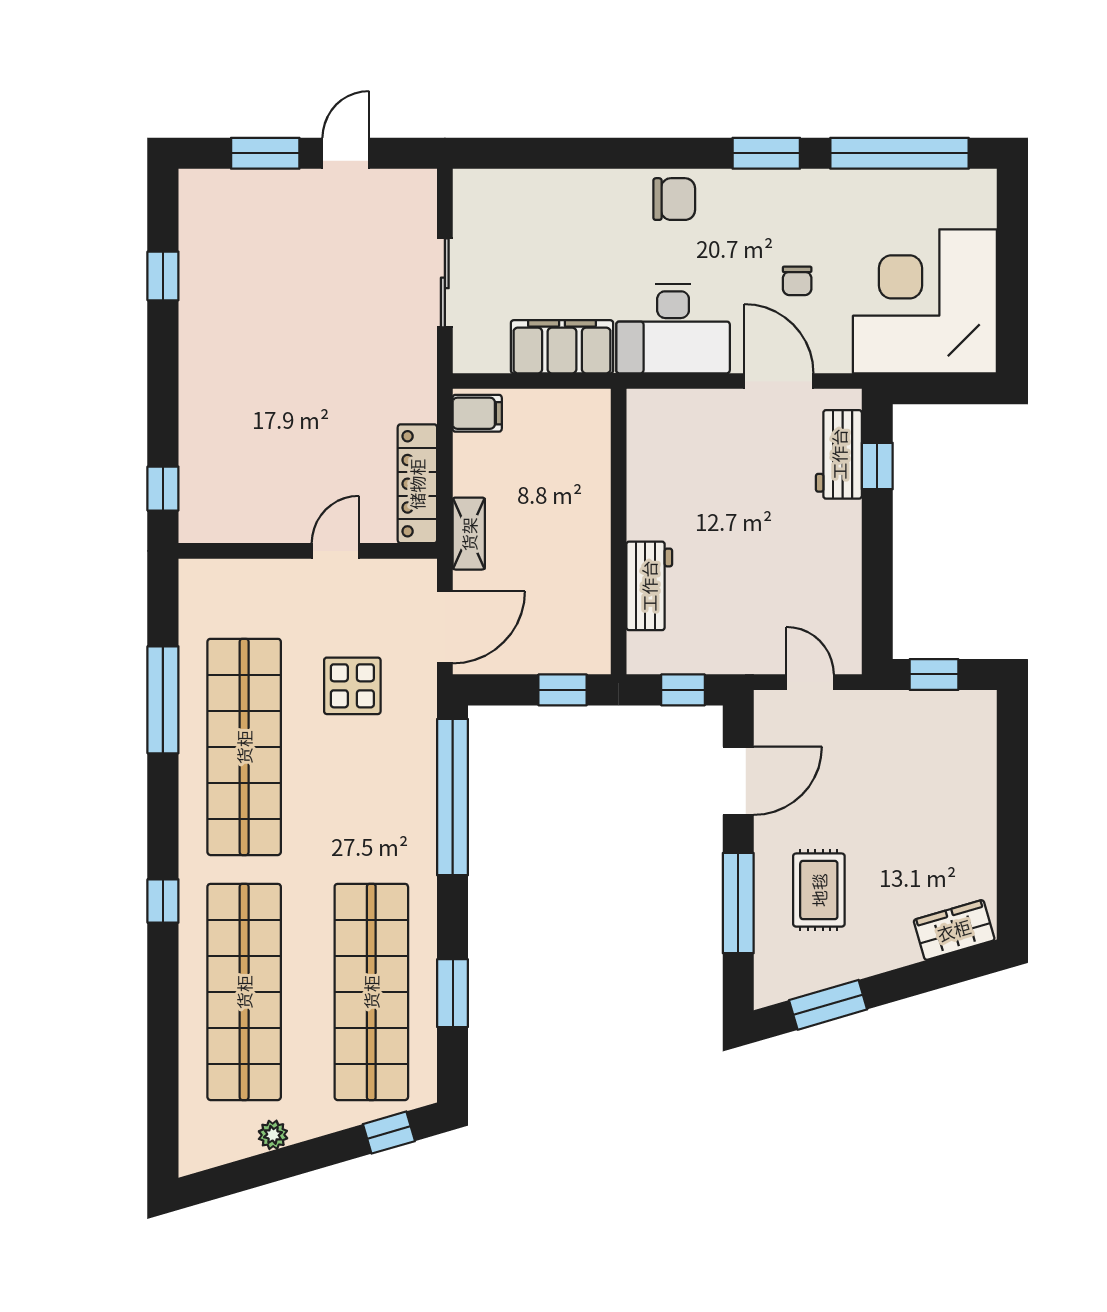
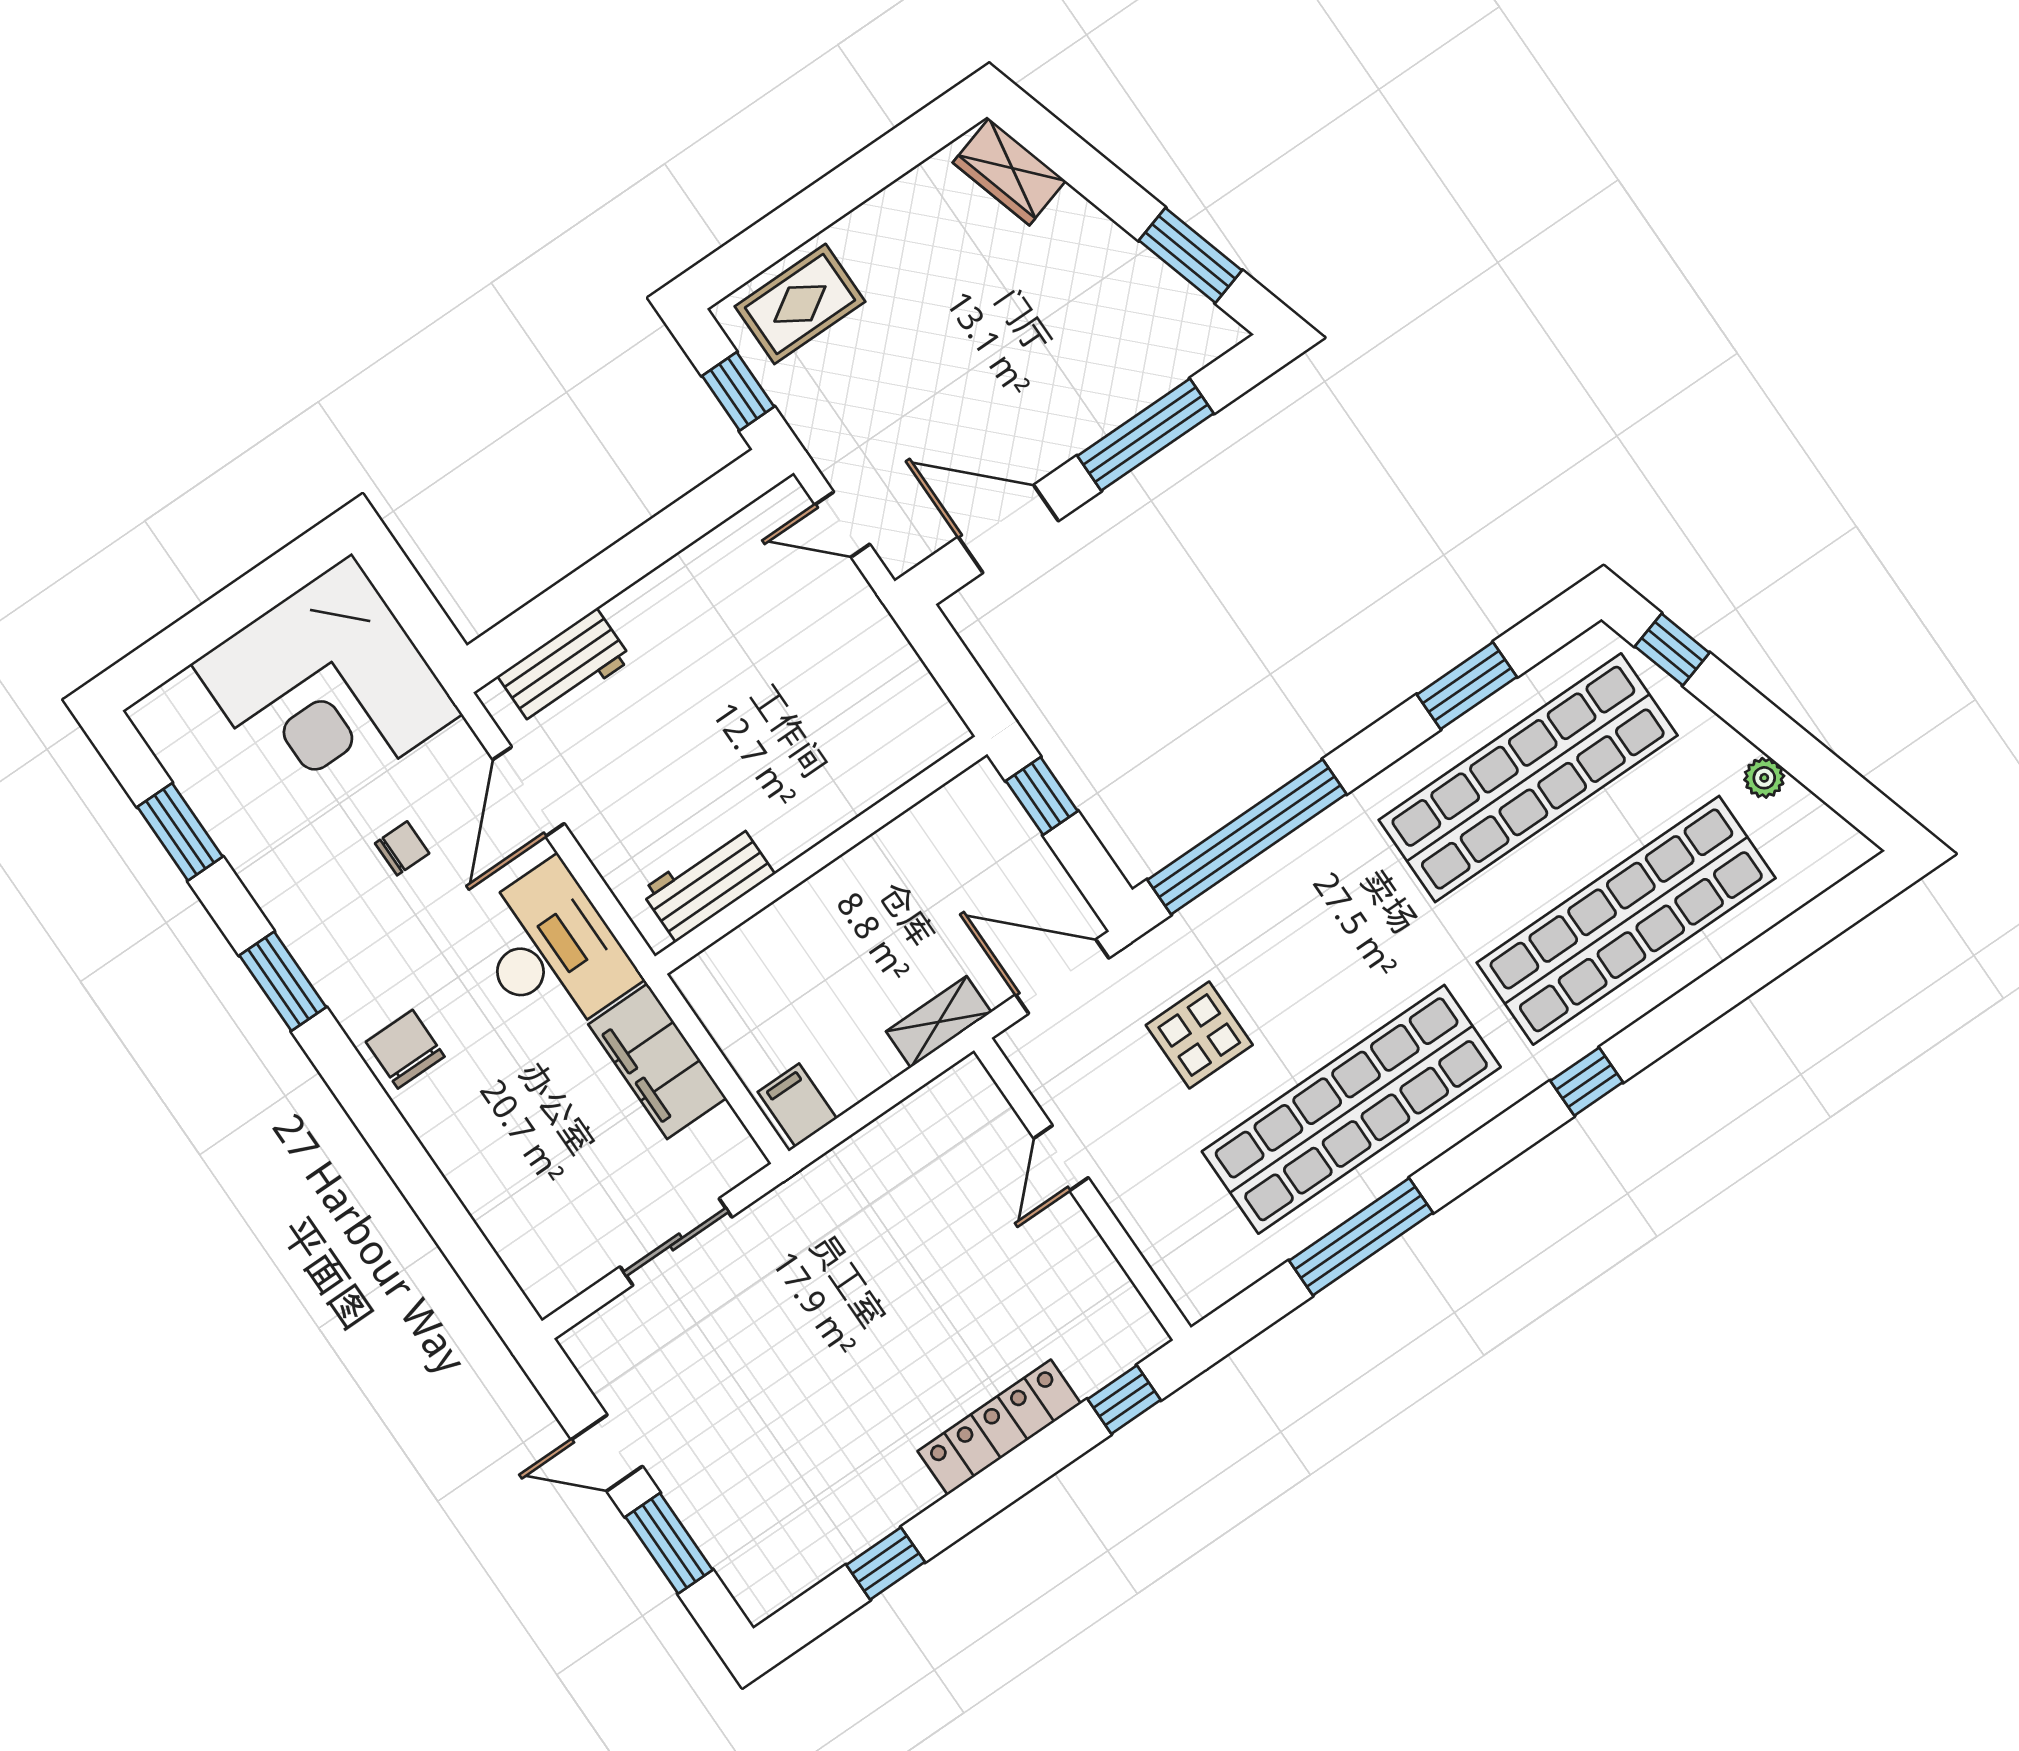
window: (900, 153) -> (180, 832), width x0.47
window: (877, 466) -> (548, 616), removed
locker: (417, 484) -> (999, 1427), moved, turned 180
door: (335, 551) -> (1061, 1158), hinge flipped
workbench: (649, 586) -> (708, 882), moved
door: (810, 682) -> (842, 524), hinge flipped
window: (683, 690) -> (949, 661), removed
rug: (819, 890) -> (800, 304), moved

